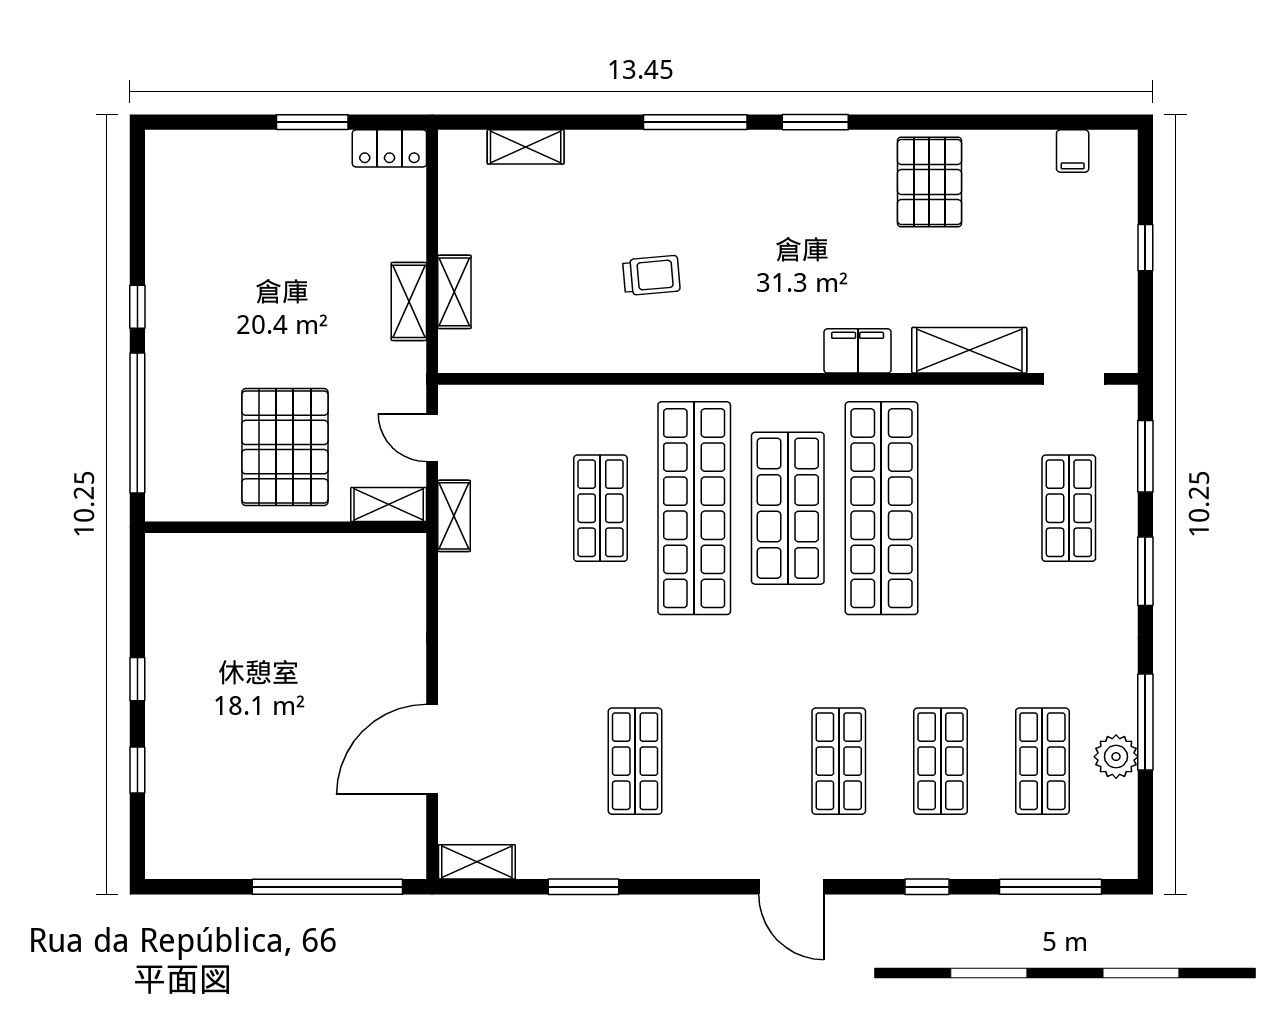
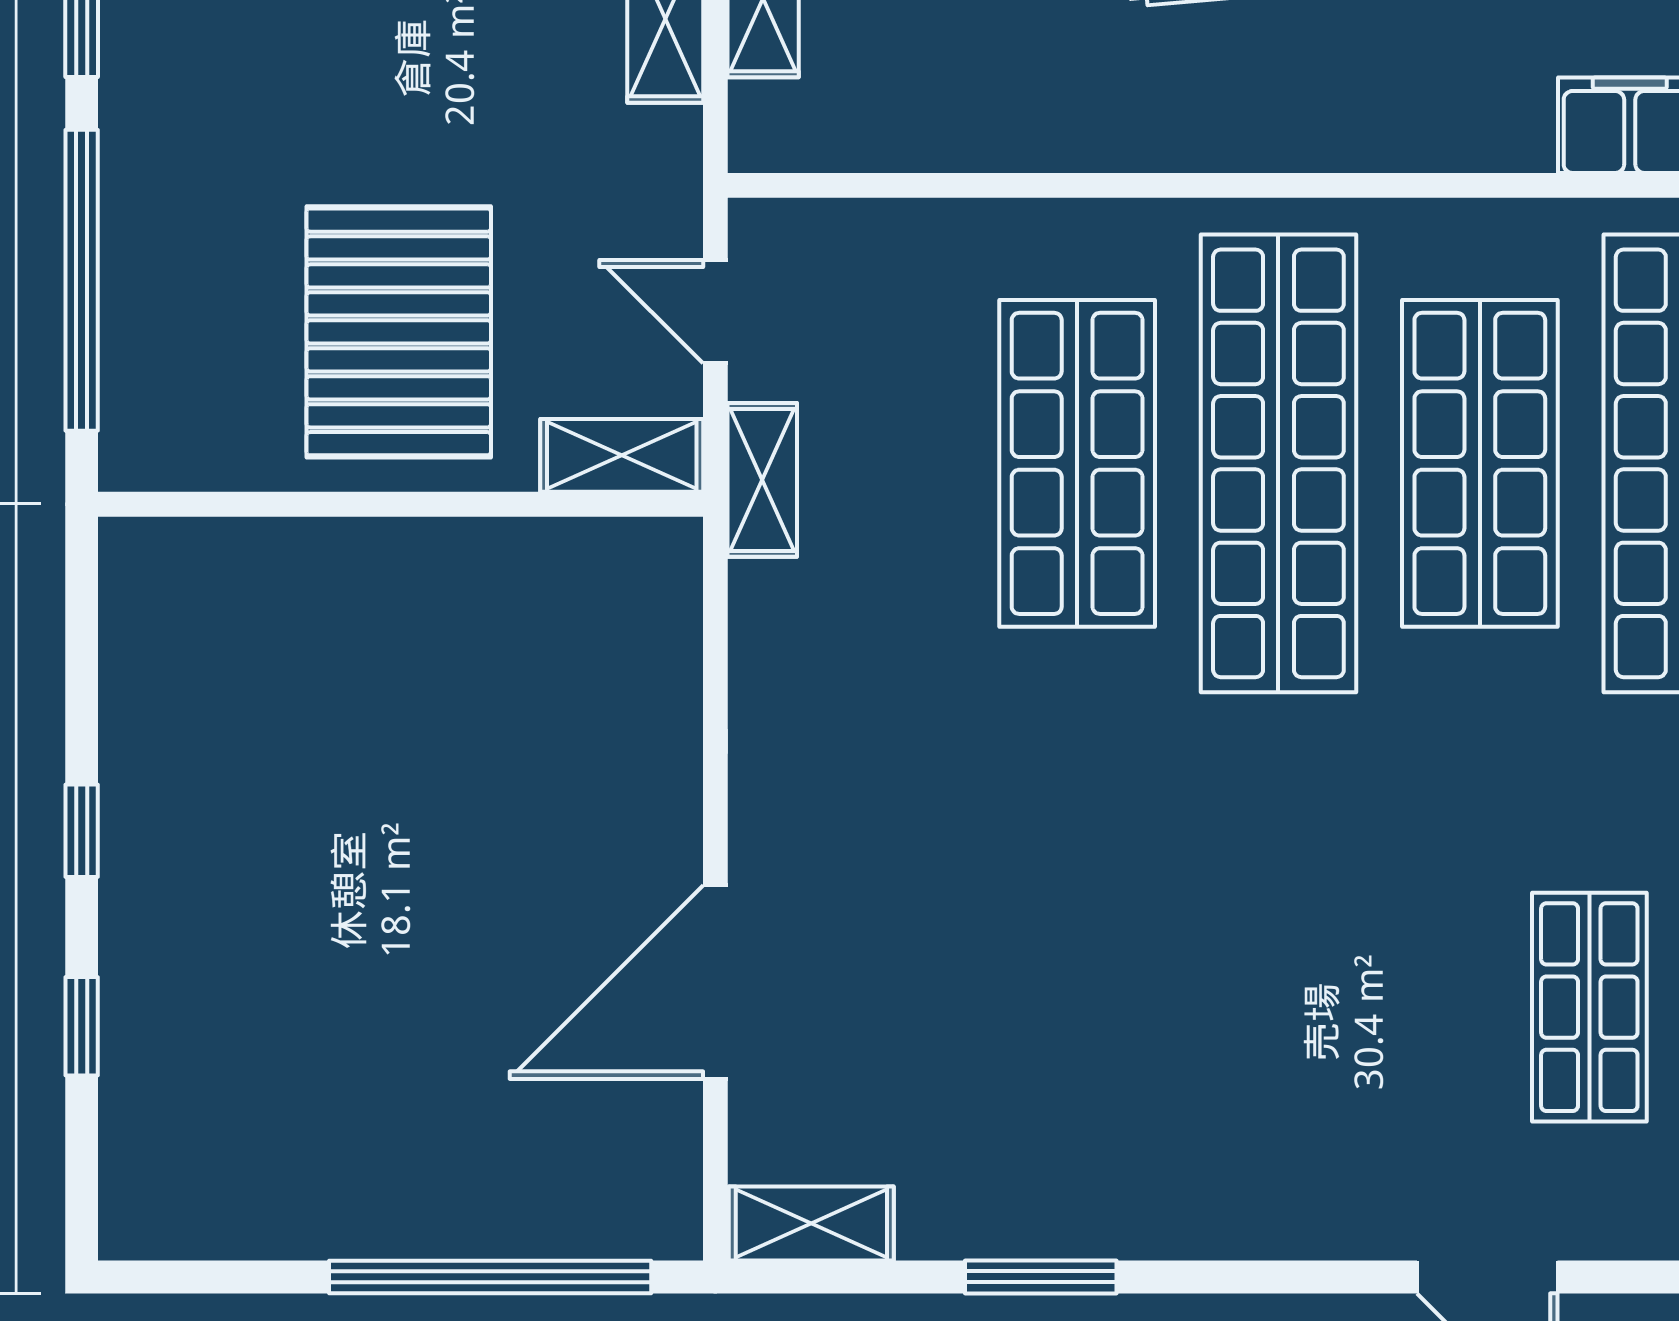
shop shelf: (600, 508) -> (1077, 463), width x1.43, depth x1.36
shop shelf: (635, 761) -> (1151, 1007), removed

